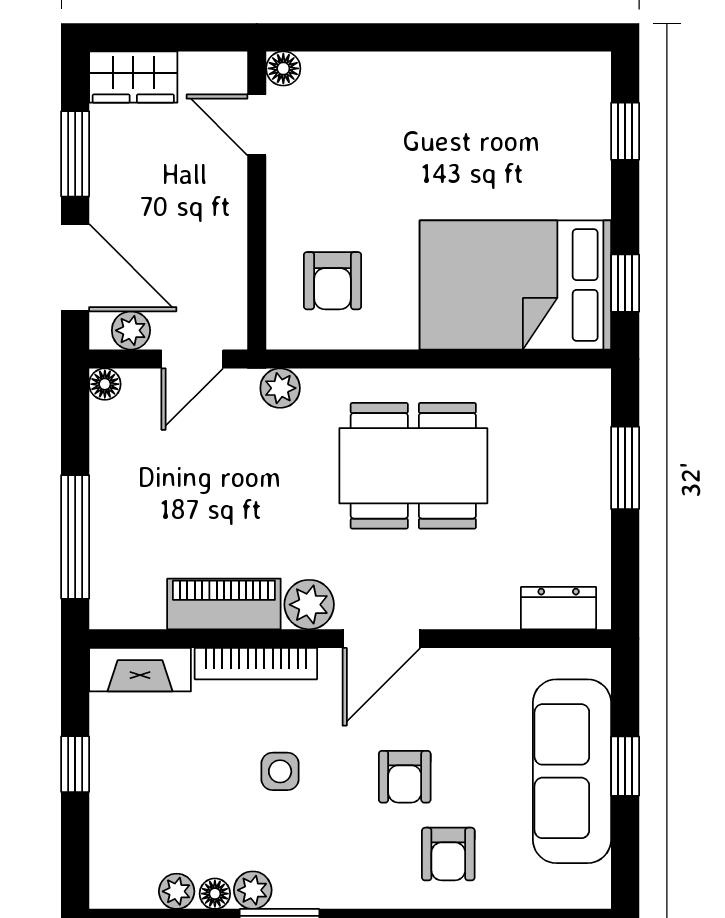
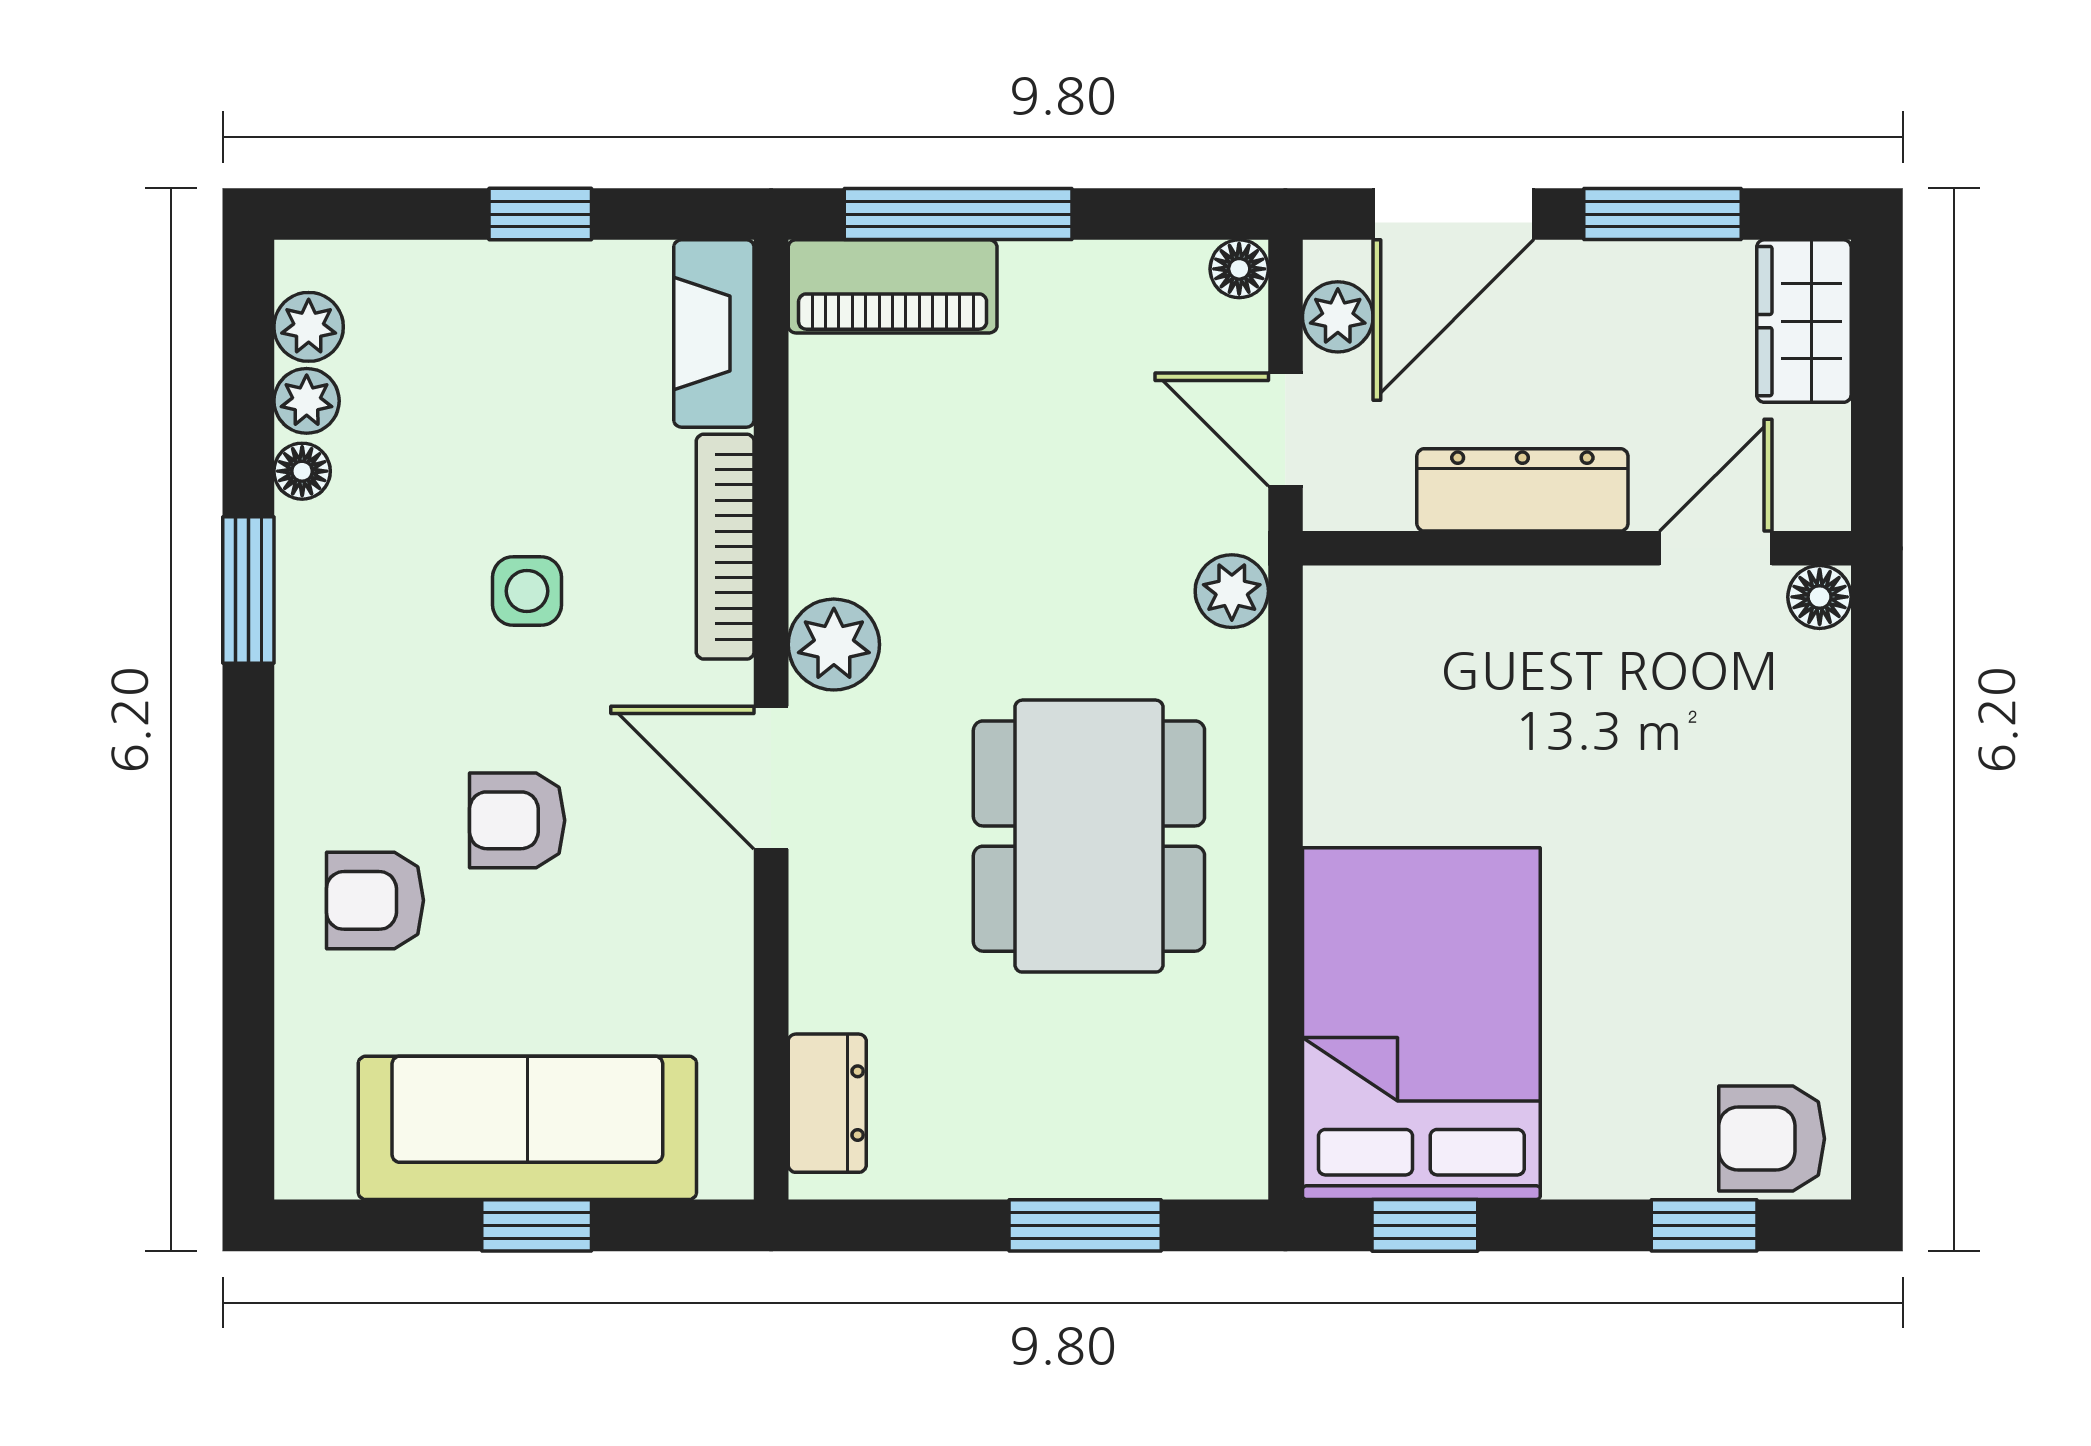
dresser: (225, 230) -> (1522, 490), added
armchair: (333, 281) -> (1772, 1139), moved
piano: (224, 604) -> (893, 286), moved, turned 90
plant: (253, 890) -> (309, 327), moved

